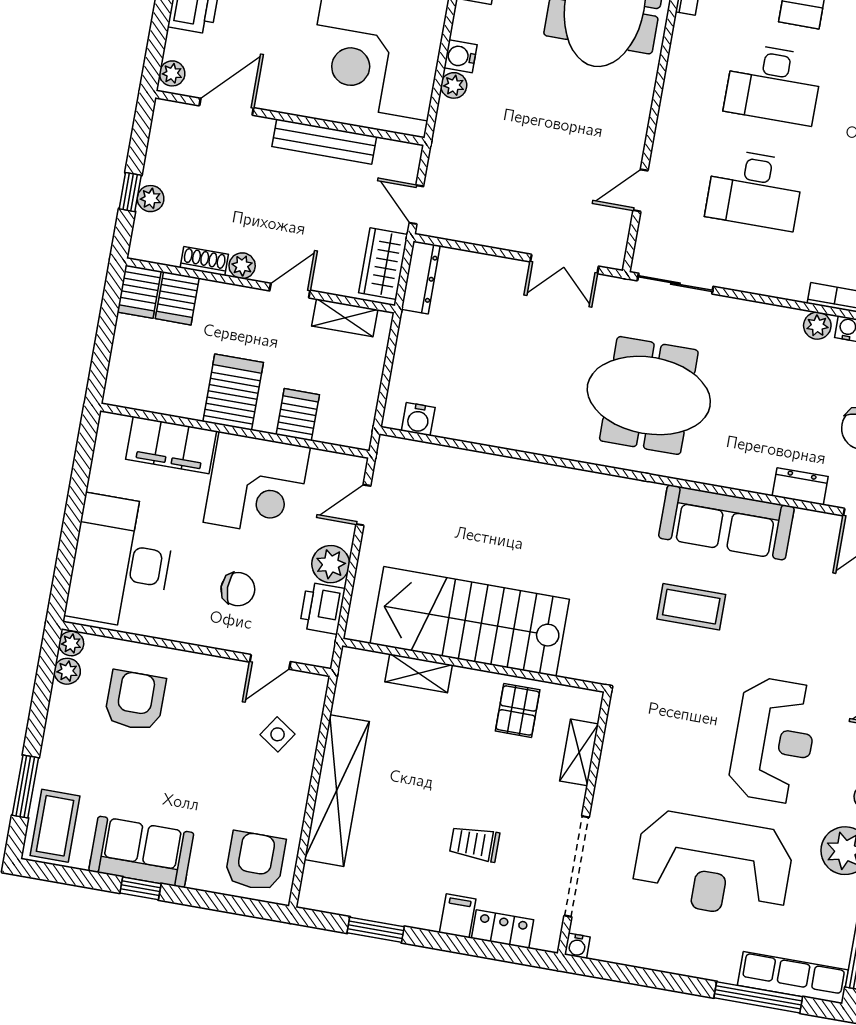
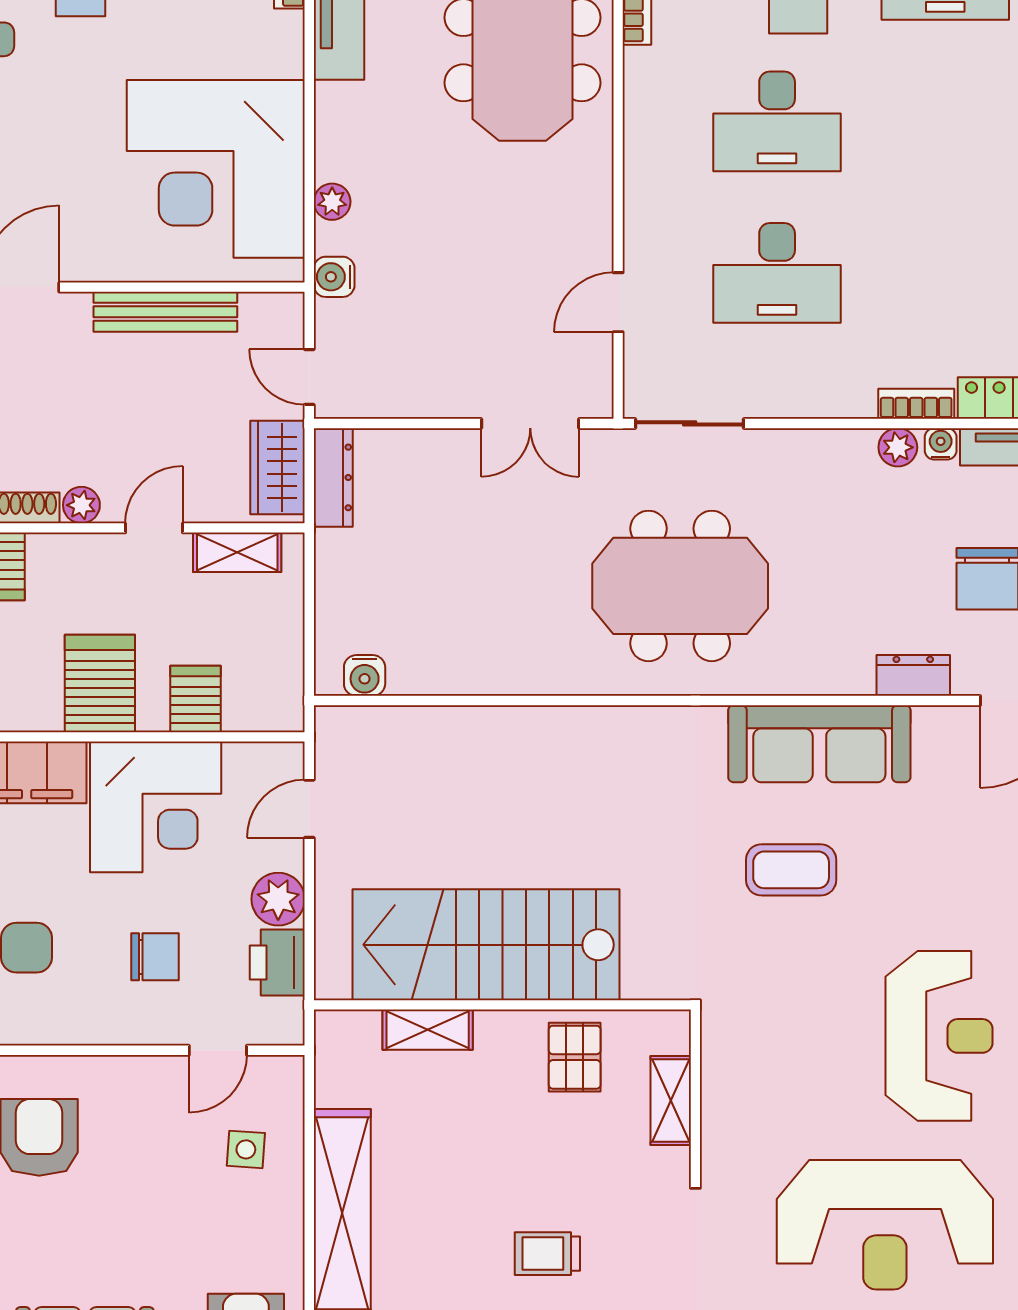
water cooler: (460, 56) -> (334, 277), moved
side table: (278, 734) -> (246, 1149), turned -30

